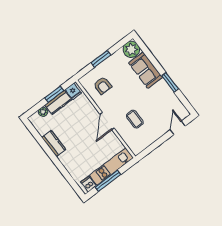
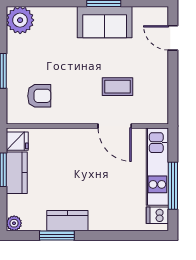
sofa: (146, 70) -> (105, 22), moved
plant: (43, 112) -> (14, 223), moved
door: (107, 121) -> (115, 126), moved
window: (43, 144) -> (57, 236), added

